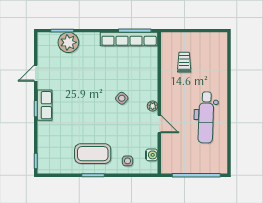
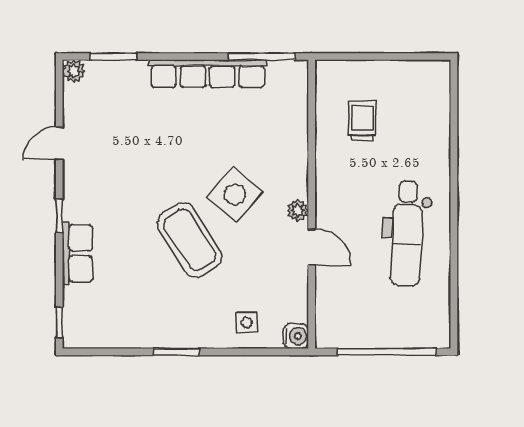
row of seats: (129, 39) -> (208, 74), moved
plant: (68, 42) -> (74, 71), moved, width x0.53, depth x0.53
side table: (122, 98) -> (235, 194), width x1.87, depth x1.87
row of seats: (45, 105) -> (77, 253), moved
coffee table: (93, 154) -> (190, 240), moved, turned 58
water cooler: (152, 155) -> (296, 336), moved

